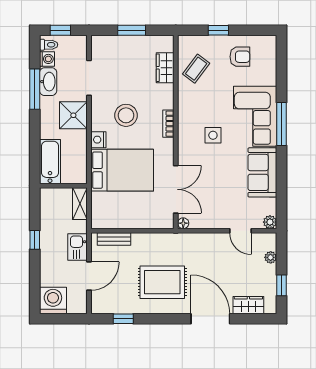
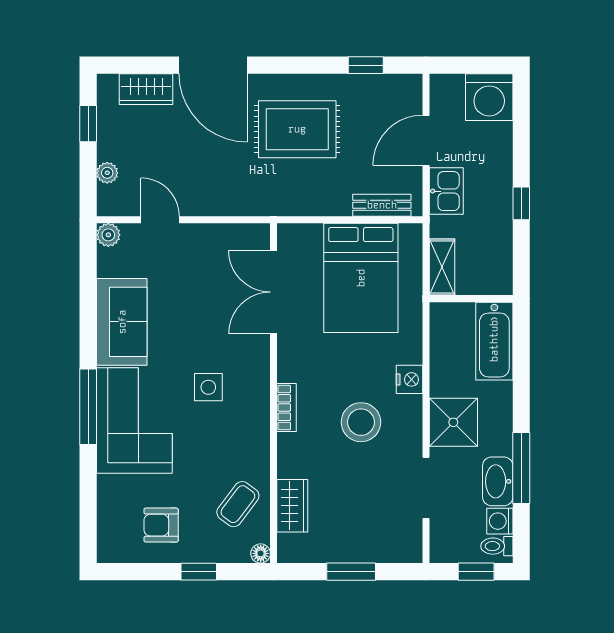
bed: (122, 170) -> (361, 278), moved, turned -90
floor lamp: (183, 223) -> (261, 553), moved

